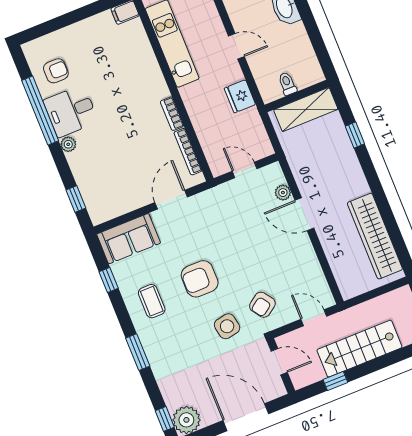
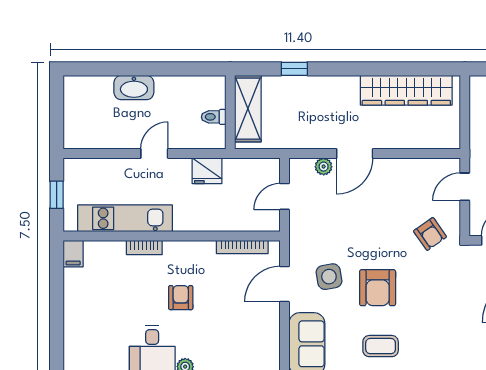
armchair: (56, 71) -> (181, 298), moved
bookcase: (172, 114) -> (144, 248), moved
door: (171, 200) -> (285, 284), hinge flipped
side table: (227, 326) -> (329, 277), moved

